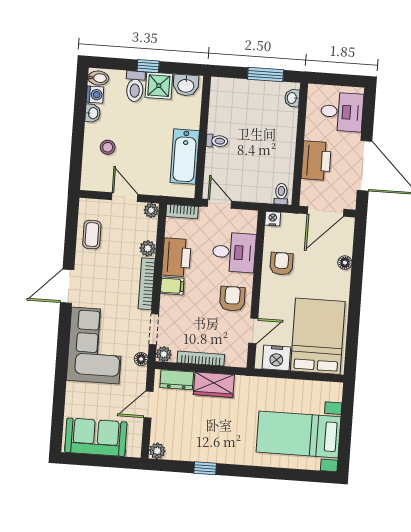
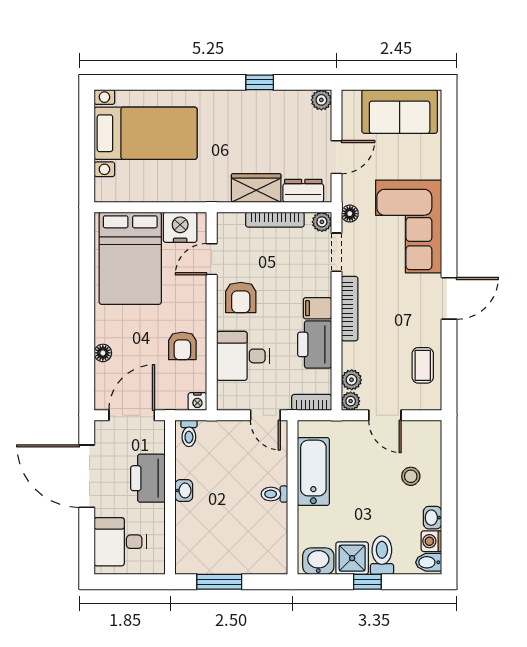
washbasin: (292, 98) -> (184, 491), moved
plant: (148, 248) -> (352, 380), moved

